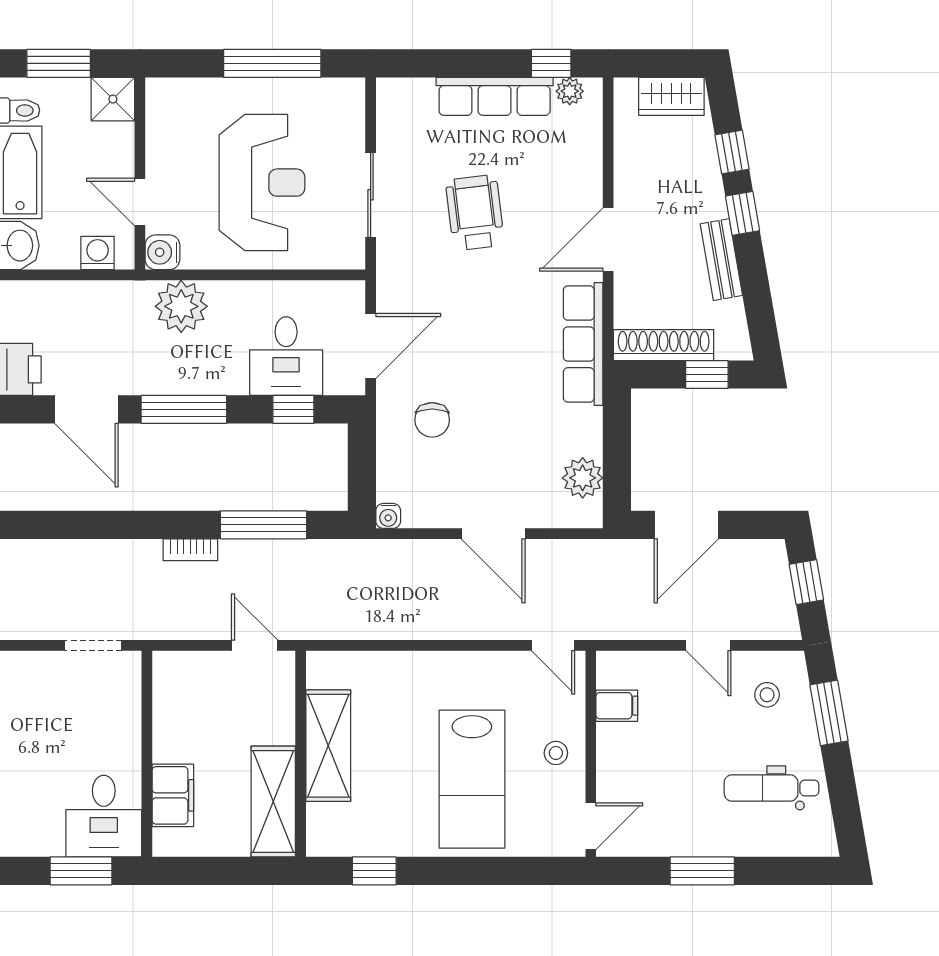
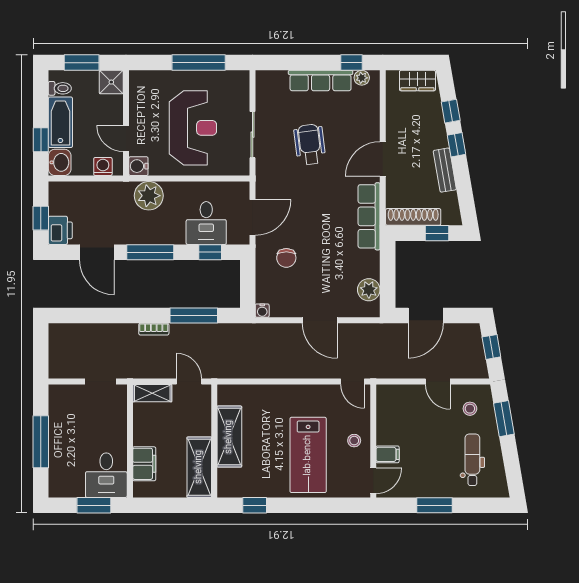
shelving: (188, 667) -> (152, 393), added
filing cabinet: (617, 706) -> (388, 454), moved
dental chair: (772, 788) -> (472, 460), turned 90

